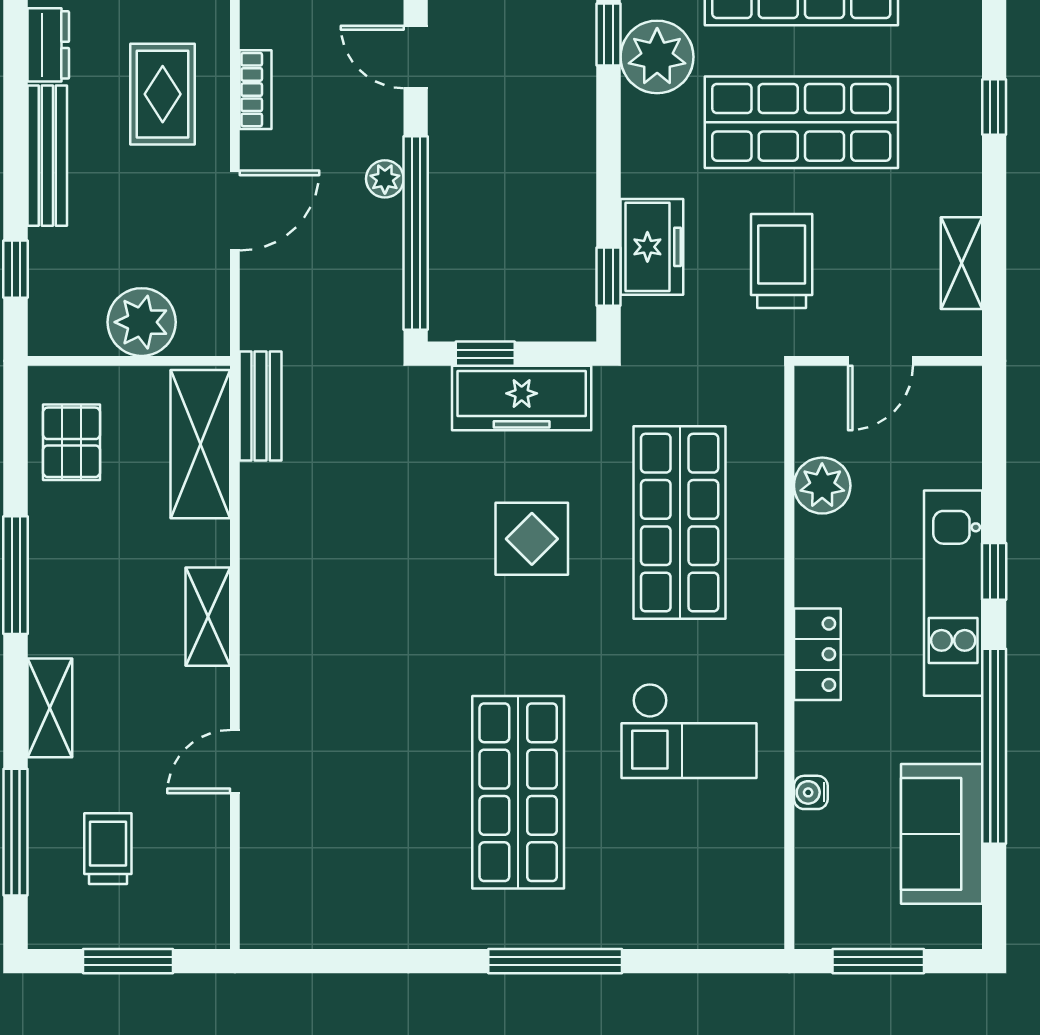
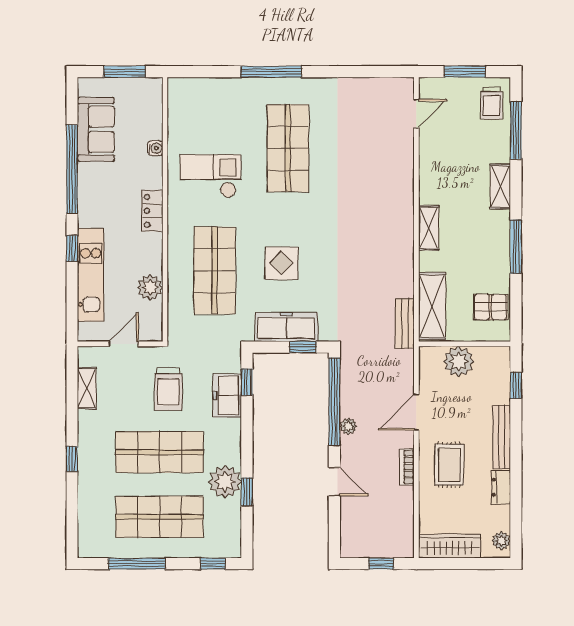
pallet: (72, 442) -> (490, 307), turned 90
kitchen unit: (953, 593) -> (91, 275), moved
door: (235, 762) -> (416, 113), moved
trolley: (108, 849) -> (492, 103), moved

